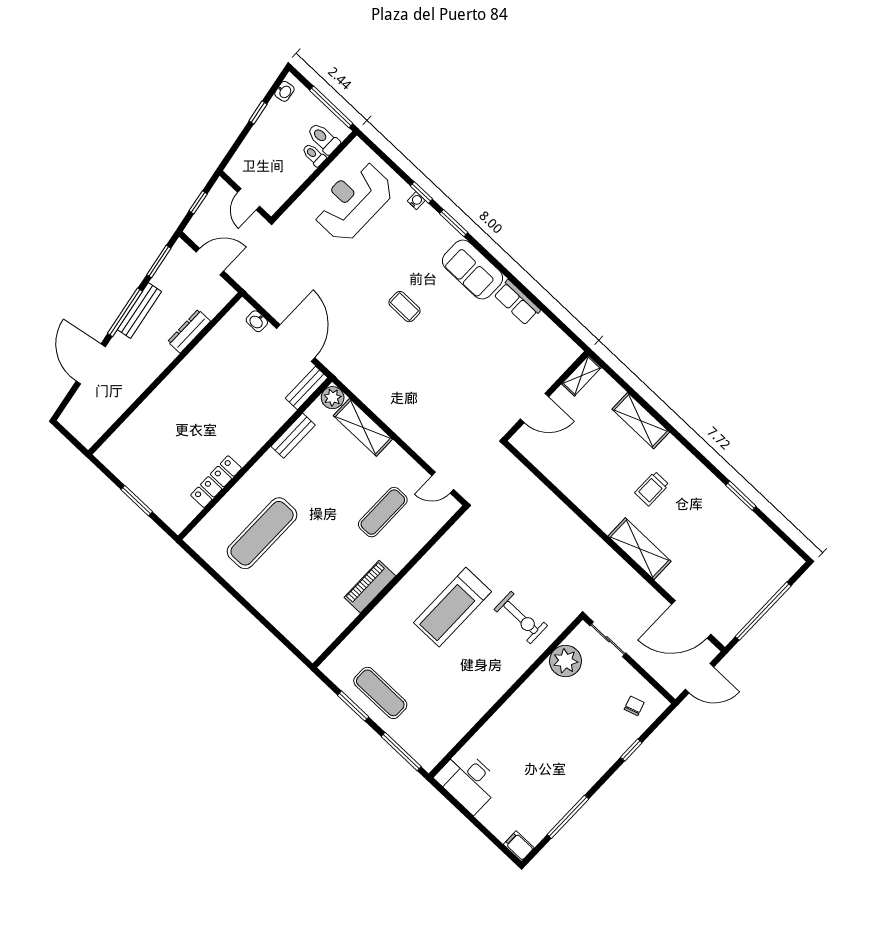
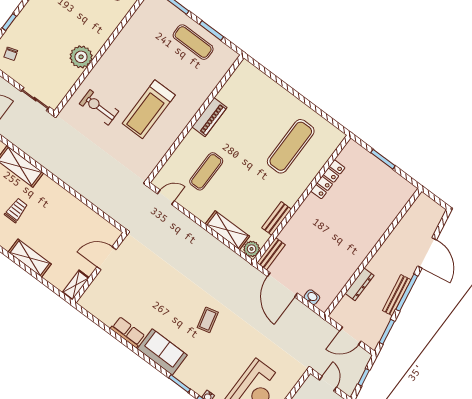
coffee table: (405, 307) -> (208, 320), turned 76
treadmill: (452, 607) -> (149, 109), turned 180
plant: (565, 661) -> (81, 57), moved

